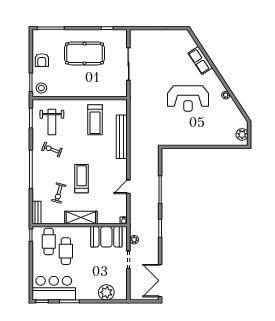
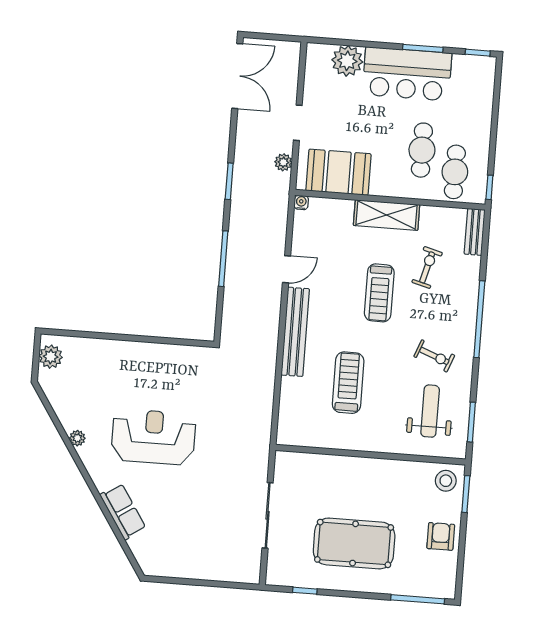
treadmill: (95, 120) -> (348, 383), moved
bench: (122, 137) -> (295, 332), moved
bar counter: (54, 288) -> (407, 74), moved

